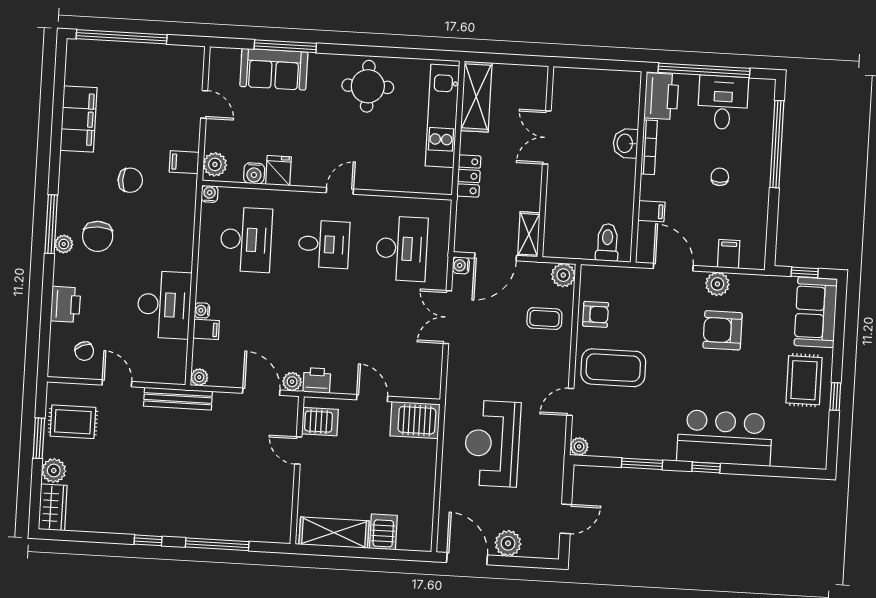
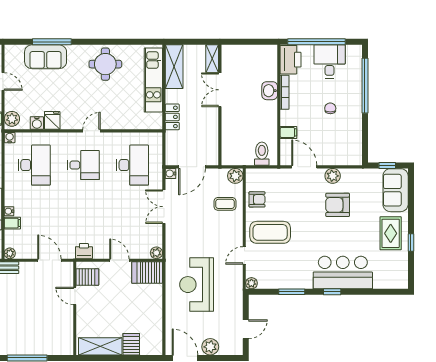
shelving: (529, 234) -> (212, 59), moved
filing cabinet: (729, 254) -> (339, 157), removed
plant: (292, 382) -> (156, 253), moved

